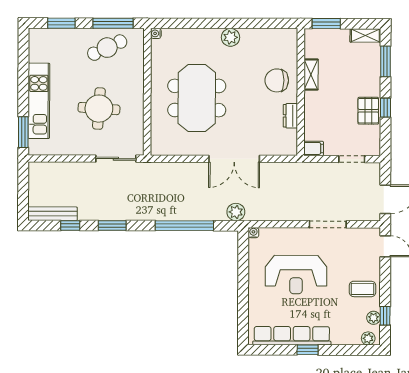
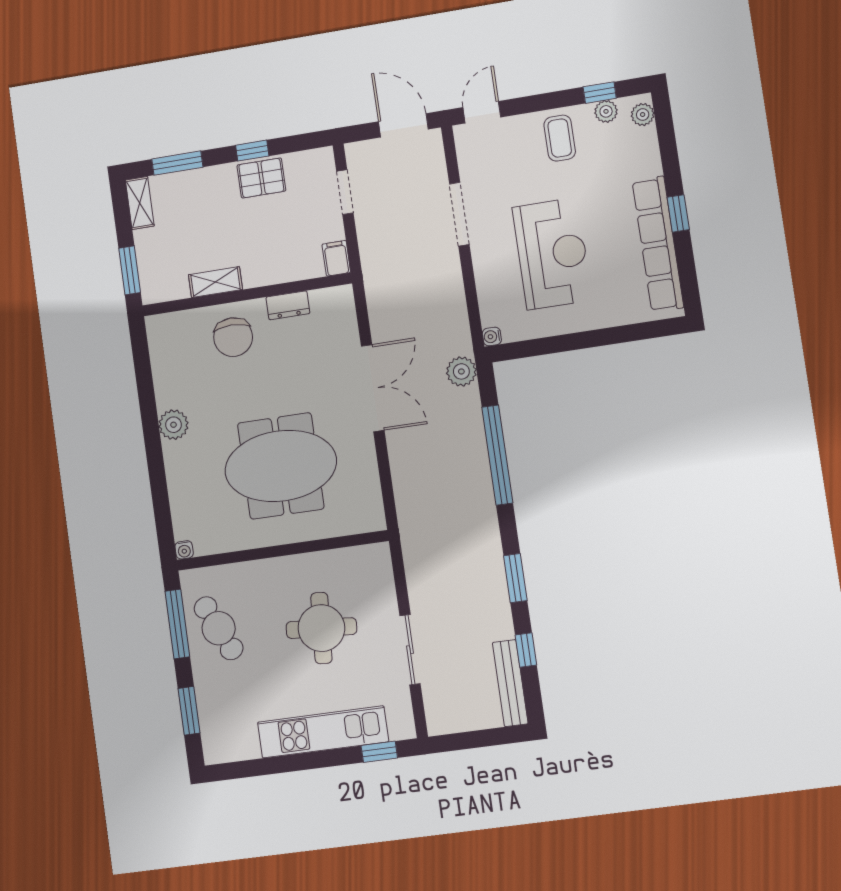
window: (23, 132) -> (379, 752), width x0.67
sliding door: (116, 159) -> (410, 650), moved

